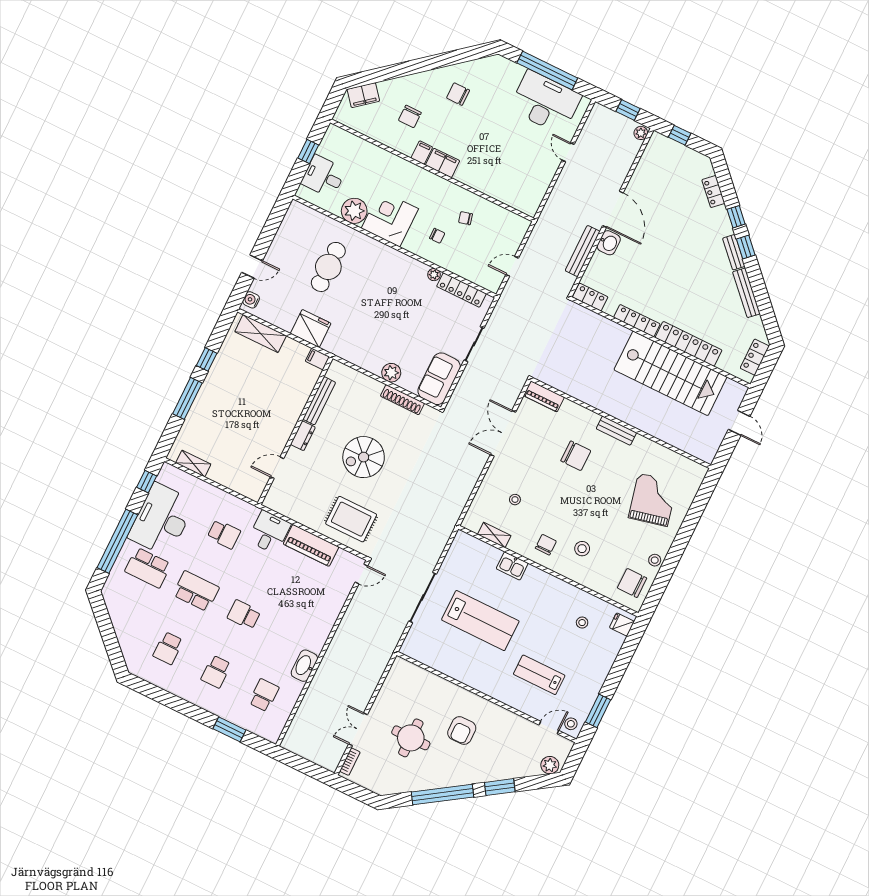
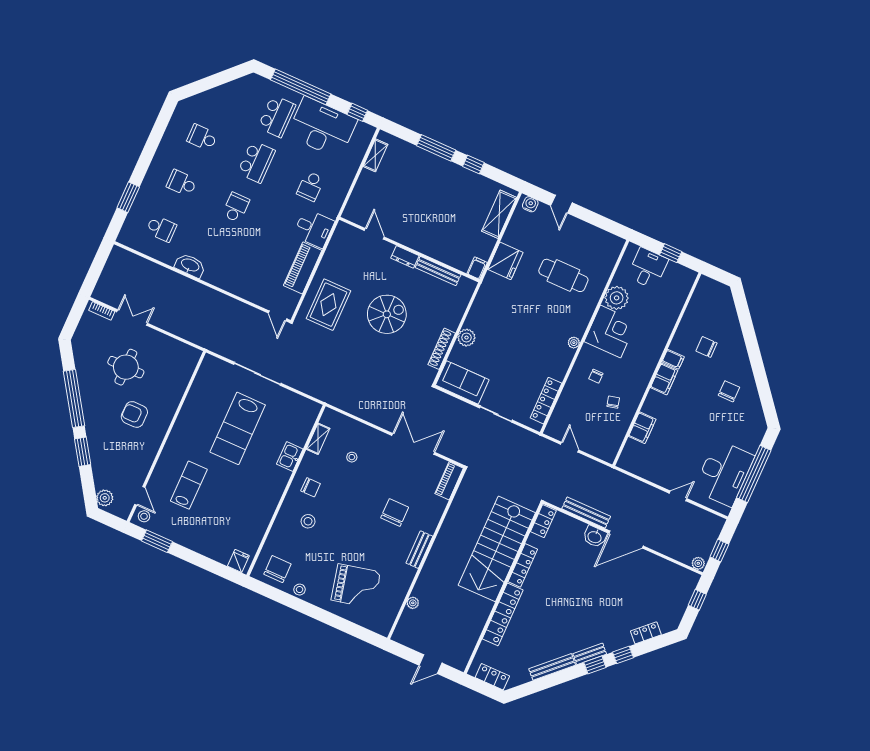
filing cabinet: (363, 95) -> (642, 428), moved, turned -141
plant: (434, 275) -> (574, 343), moved
stairs: (670, 373) -> (497, 549), moved
plant: (673, 440) -> (413, 603), added
chair: (576, 456) -> (395, 513), turned 180
spiral stairs: (364, 457) -> (387, 314), turned 90
school desk: (148, 568) -> (277, 116), turned 180
stool: (582, 623) -> (239, 524), removed

